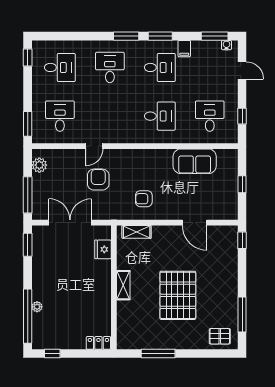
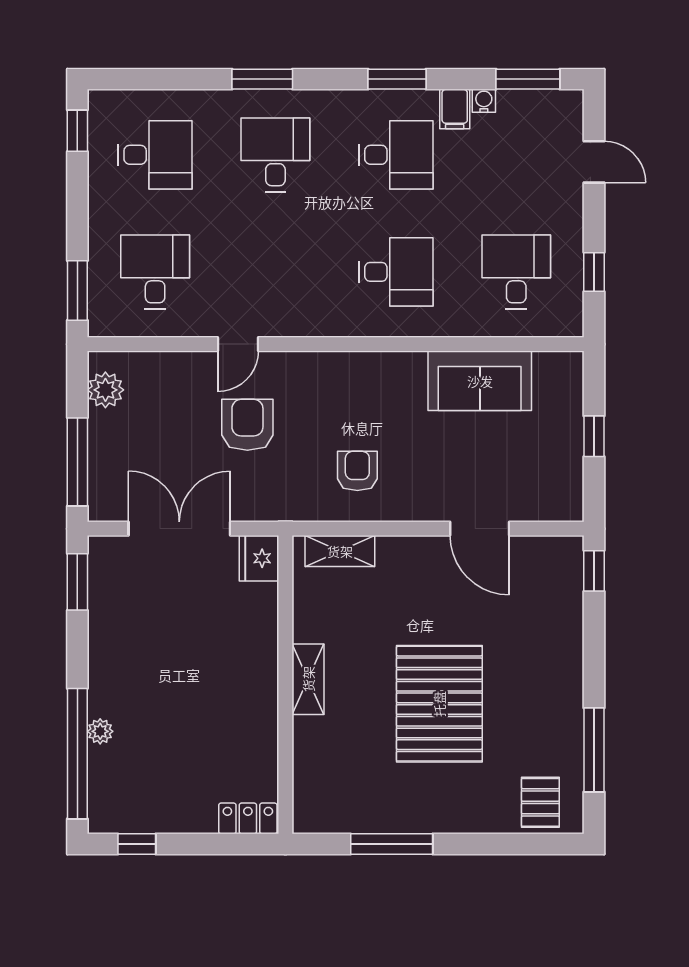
window: (126, 36) -> (262, 79), moved
water cooler: (227, 45) -> (484, 101), moved
armchair: (144, 199) -> (357, 471), turned 90
fridge: (103, 249) -> (259, 558), moved
pallet: (220, 336) -> (540, 802), turned 90

